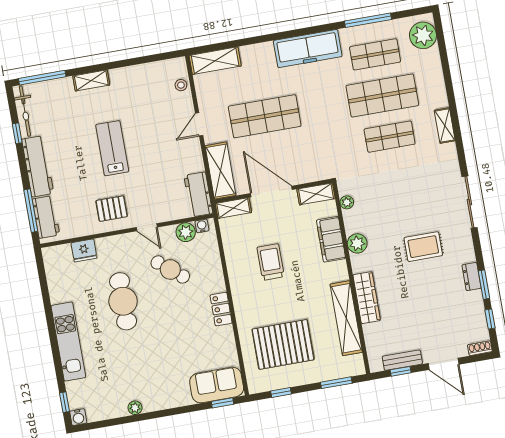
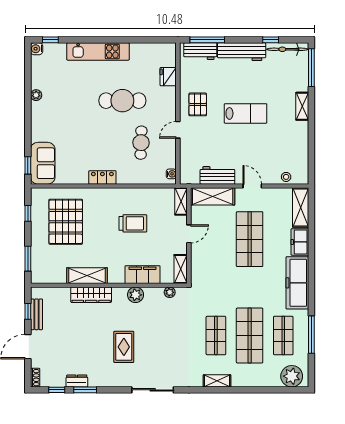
freezer: (257, 54) -> (300, 242), added
door: (271, 191) -> (189, 234), width x0.53
workbench: (198, 194) -> (217, 175), moved
plant: (186, 232) -> (169, 160), removed
cafe table: (170, 269) -> (141, 143), turned -37
dresser: (471, 277) -> (77, 381), moved
shelving: (346, 318) -> (87, 276), width x0.68

